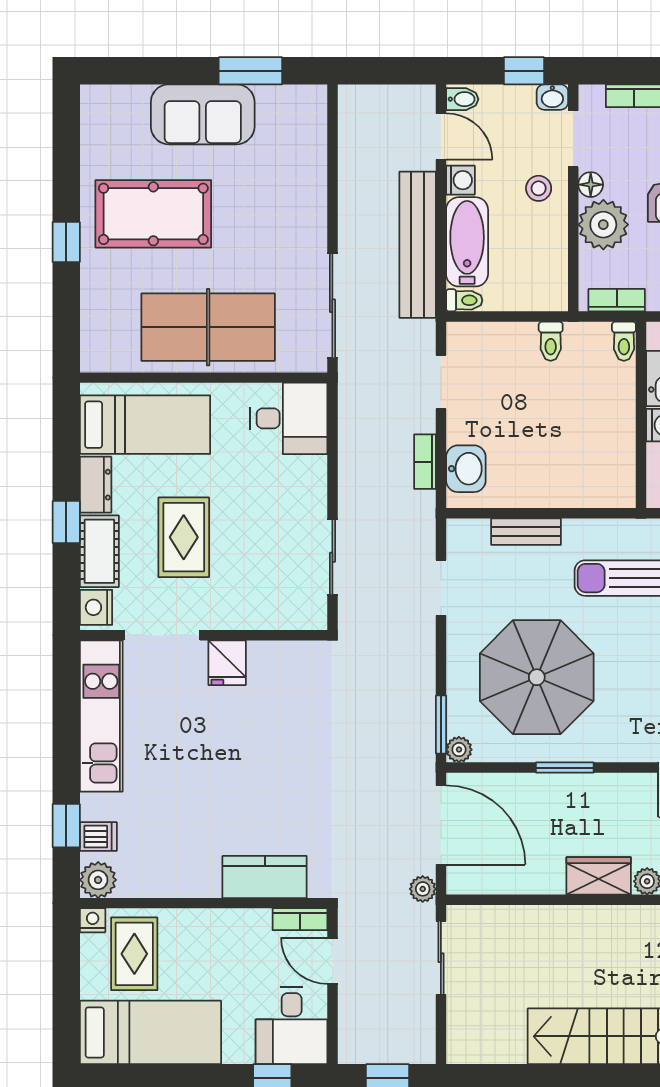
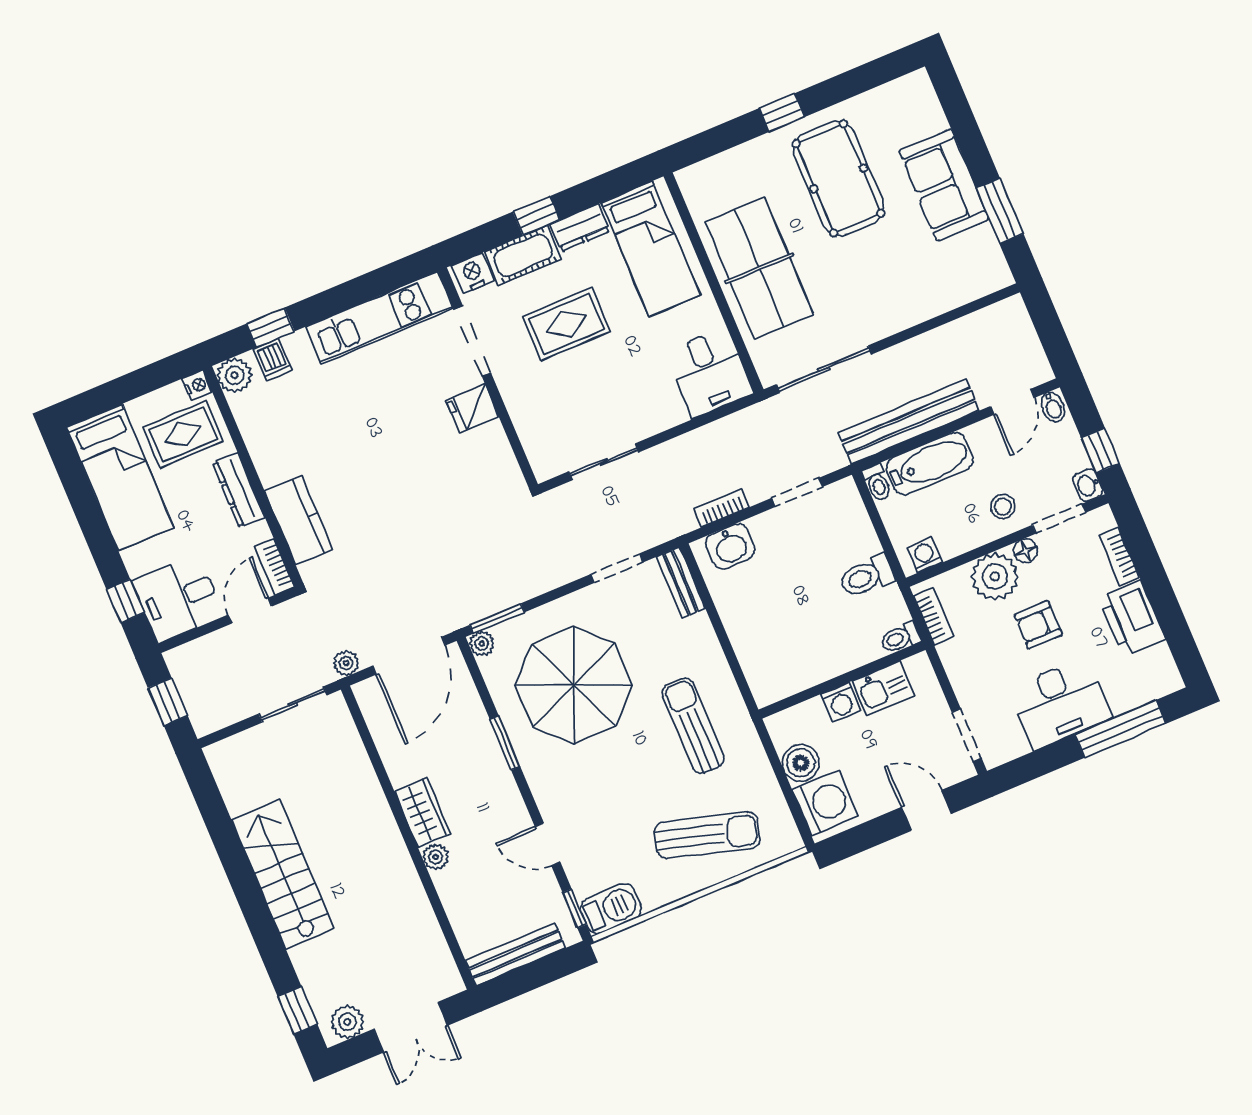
washing machine: (460, 180) -> (925, 555), moved, turned 180
toilet: (551, 341) -> (867, 576), width x1.37, depth x1.39
bench: (526, 532) -> (681, 583), moved
dresser: (211, 923) -> (239, 490), added

